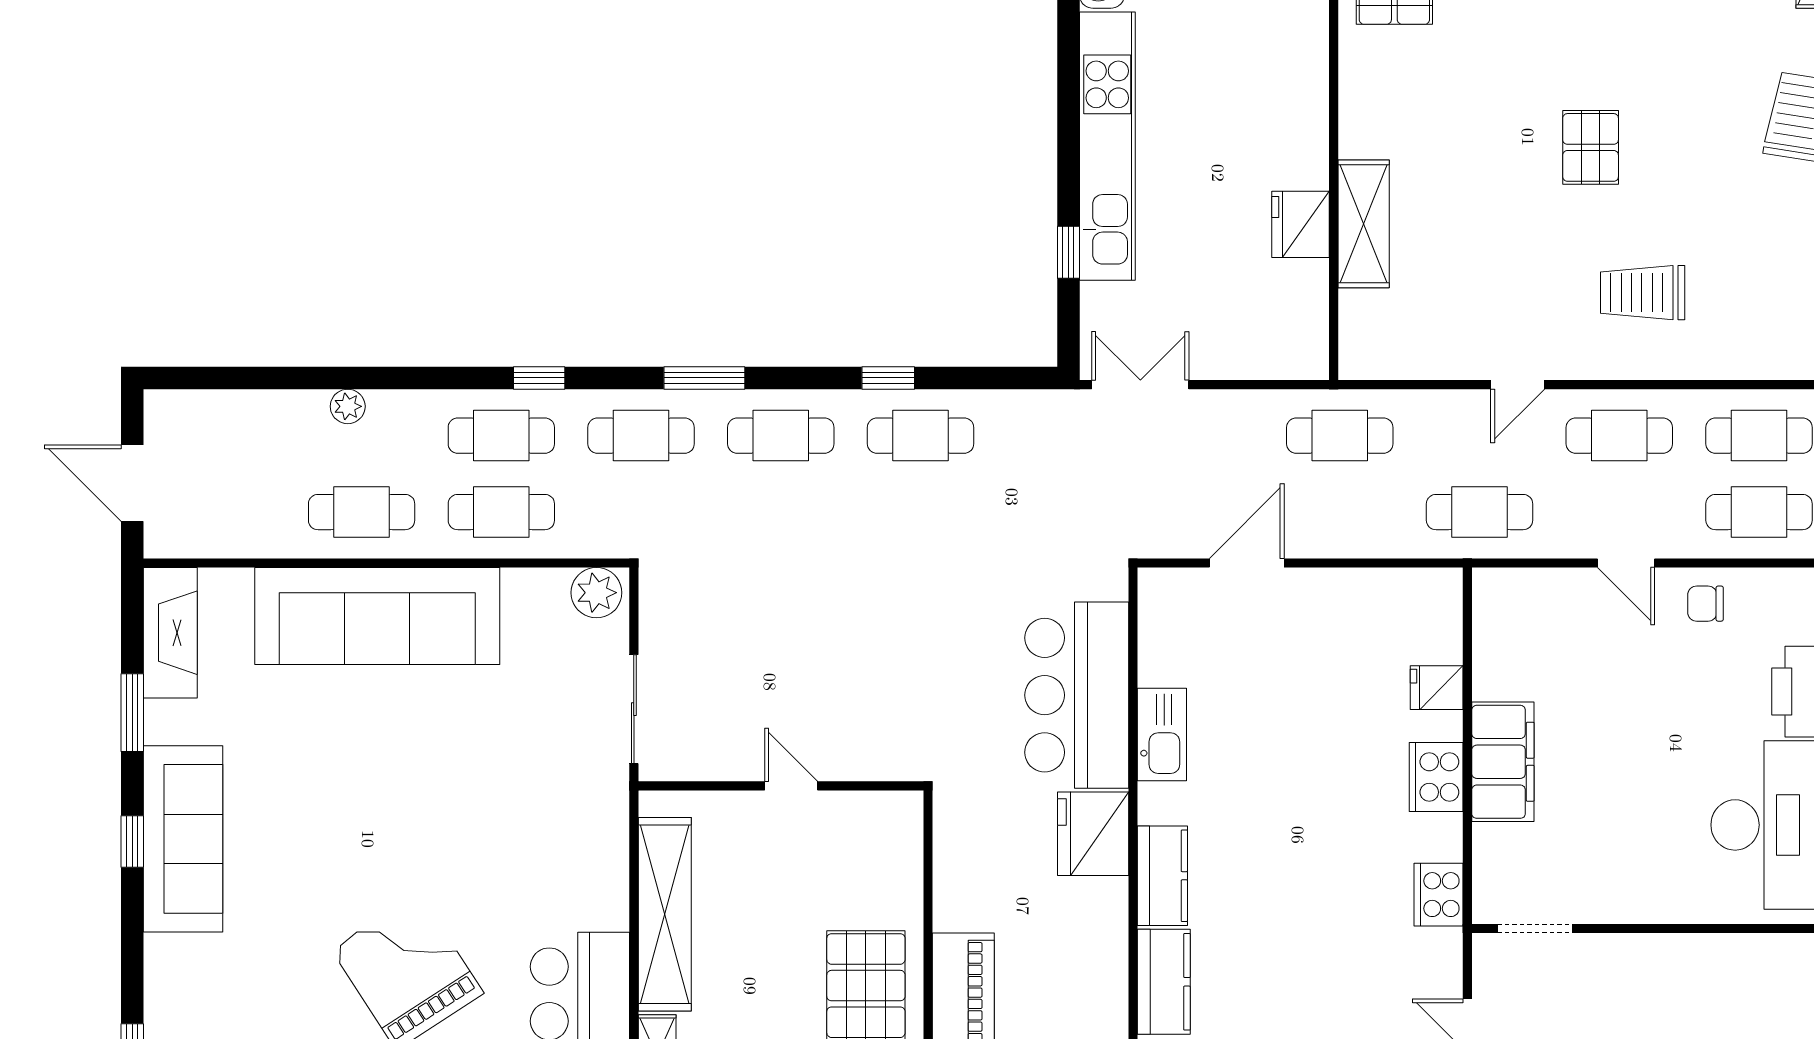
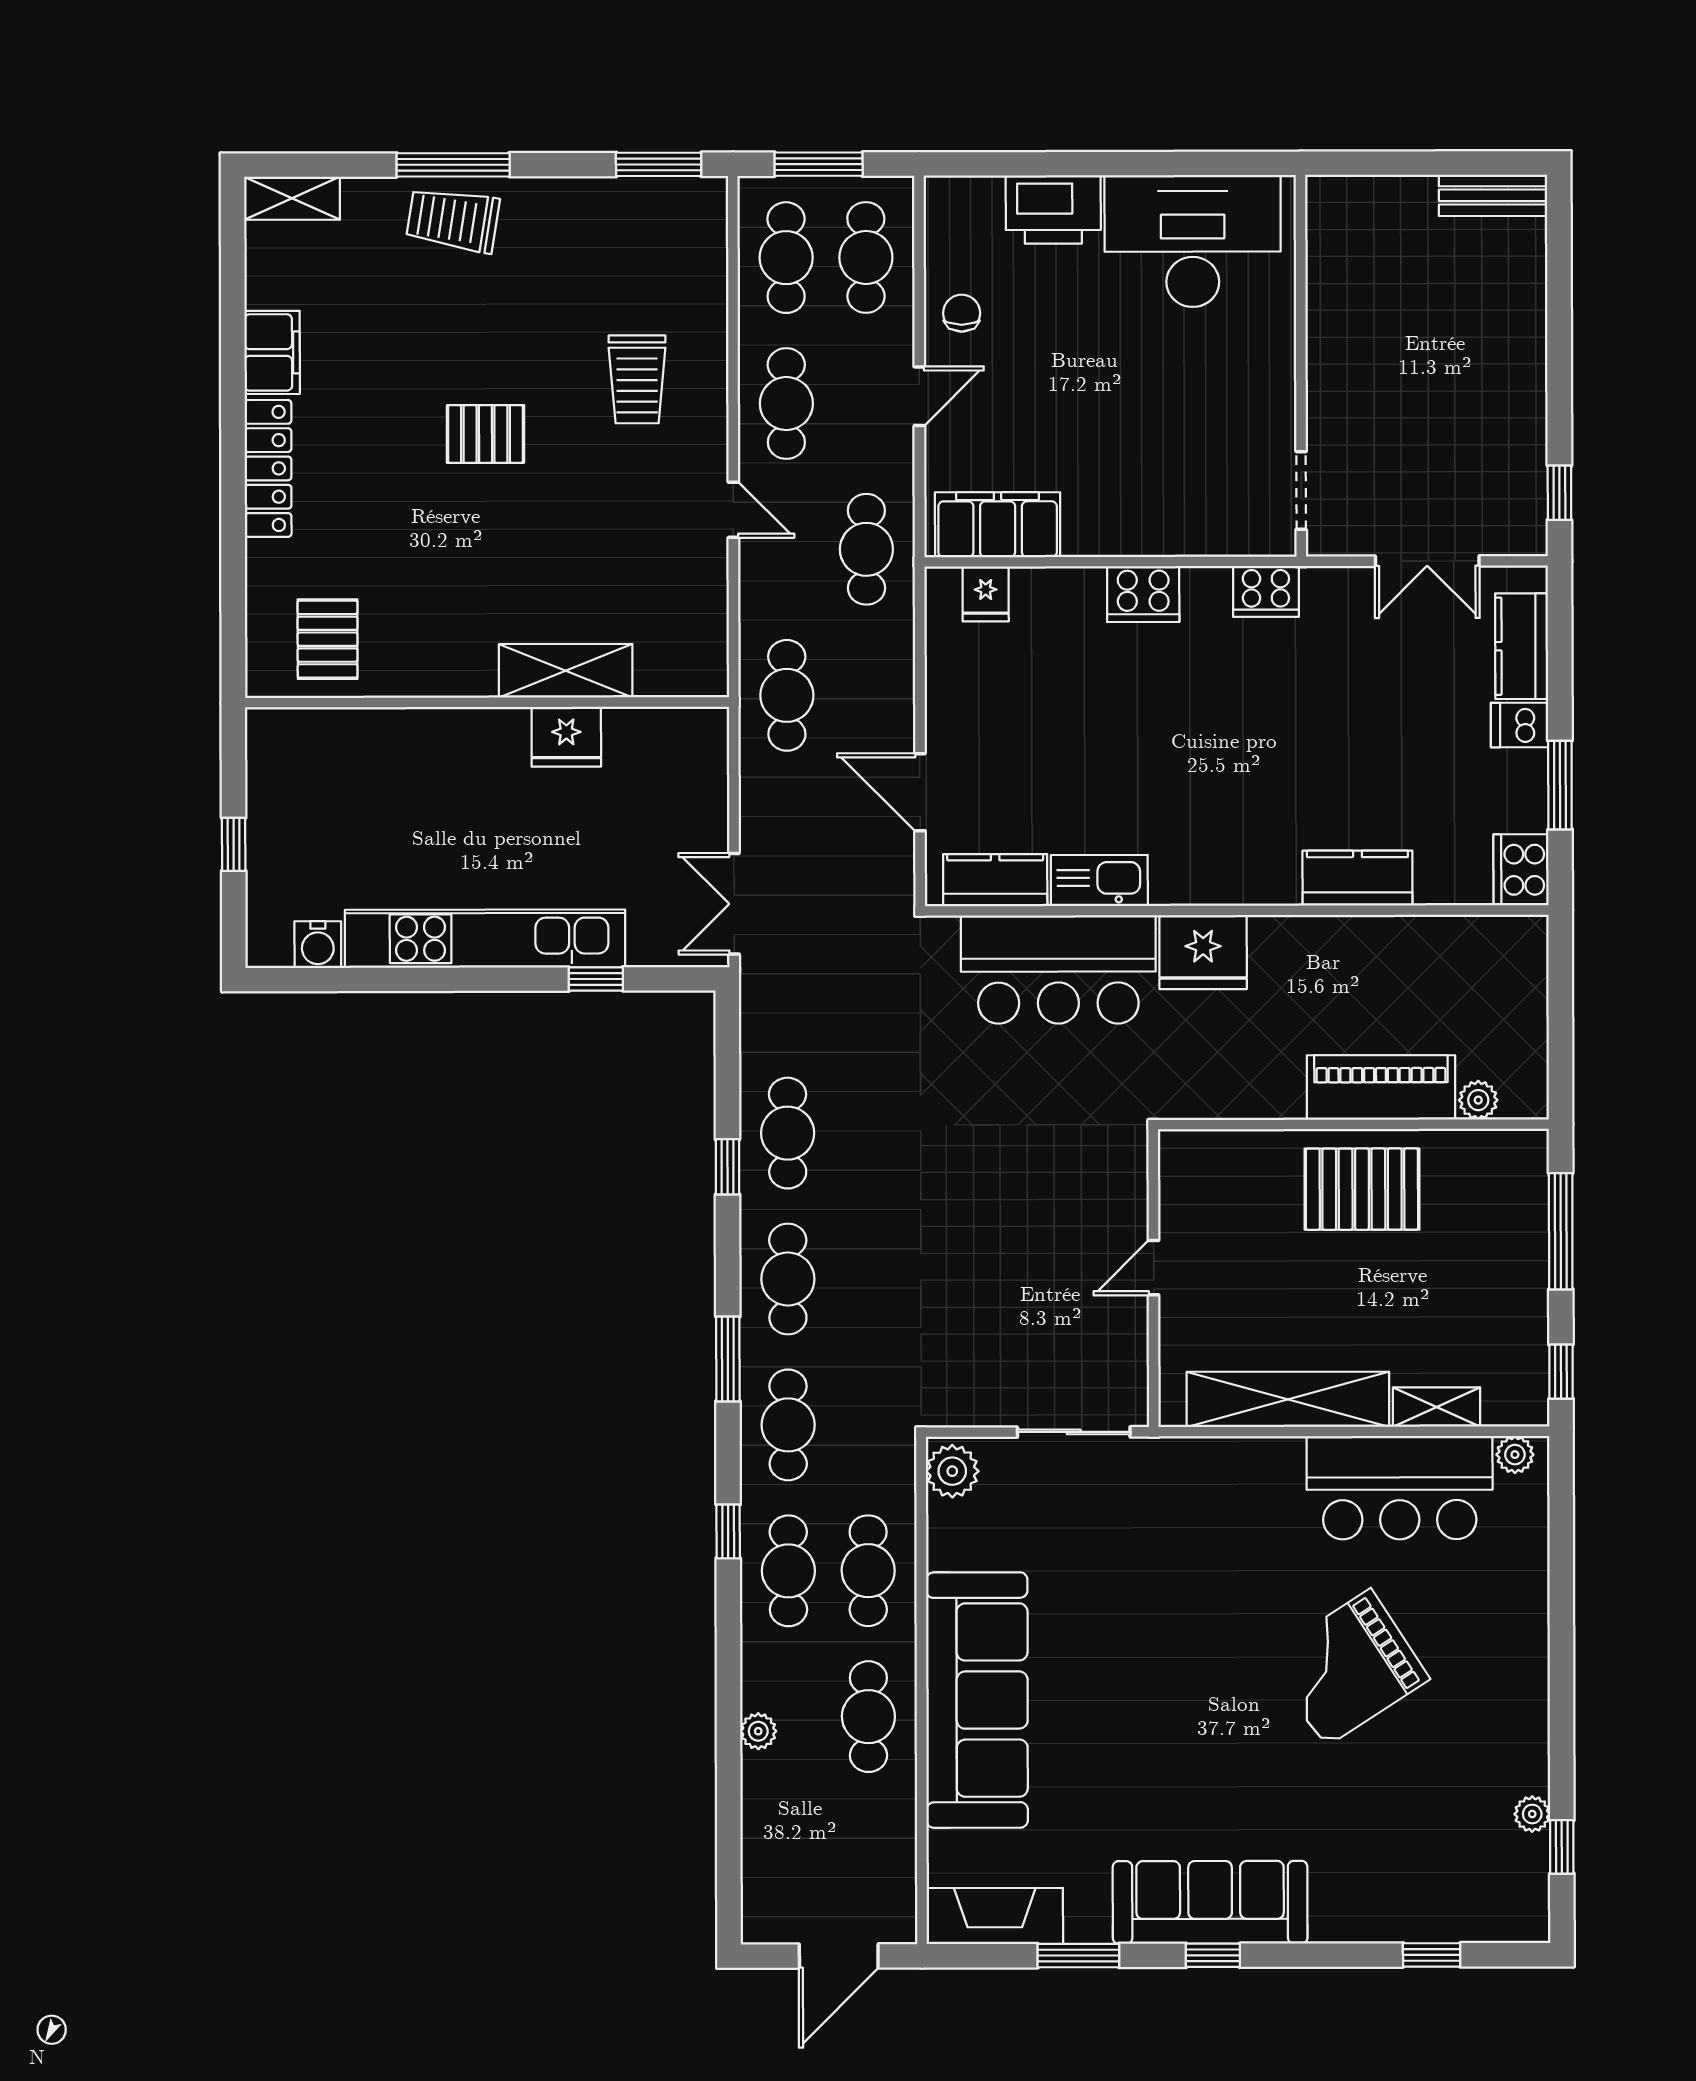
chair: (1706, 604) -> (962, 313), turned 180
fridge: (1437, 688) -> (986, 594), moved
filing cabinet: (1503, 762) -> (998, 525), moved
kitchen counter: (1162, 876) -> (995, 880), moved

